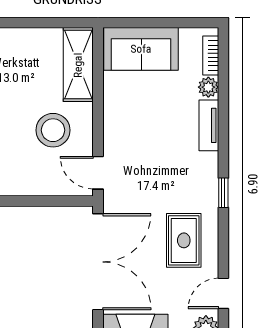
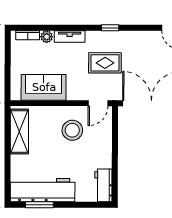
sofa: (141, 49) -> (44, 87), moved, turned -90
shelving: (78, 65) -> (19, 131), moved, turned 90
rug: (184, 240) -> (105, 63), moved

